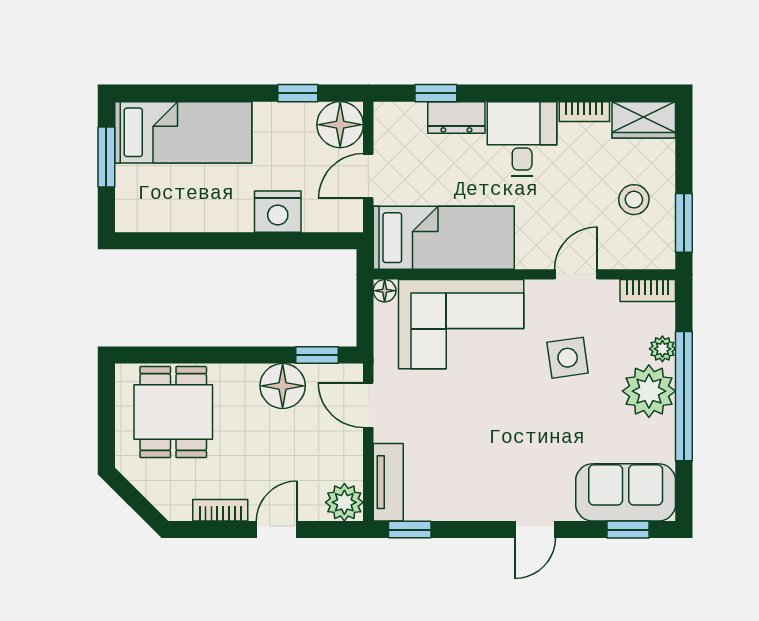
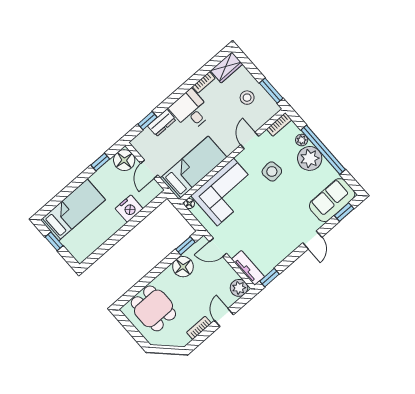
window: (106, 157) -> (54, 241), width x0.67

